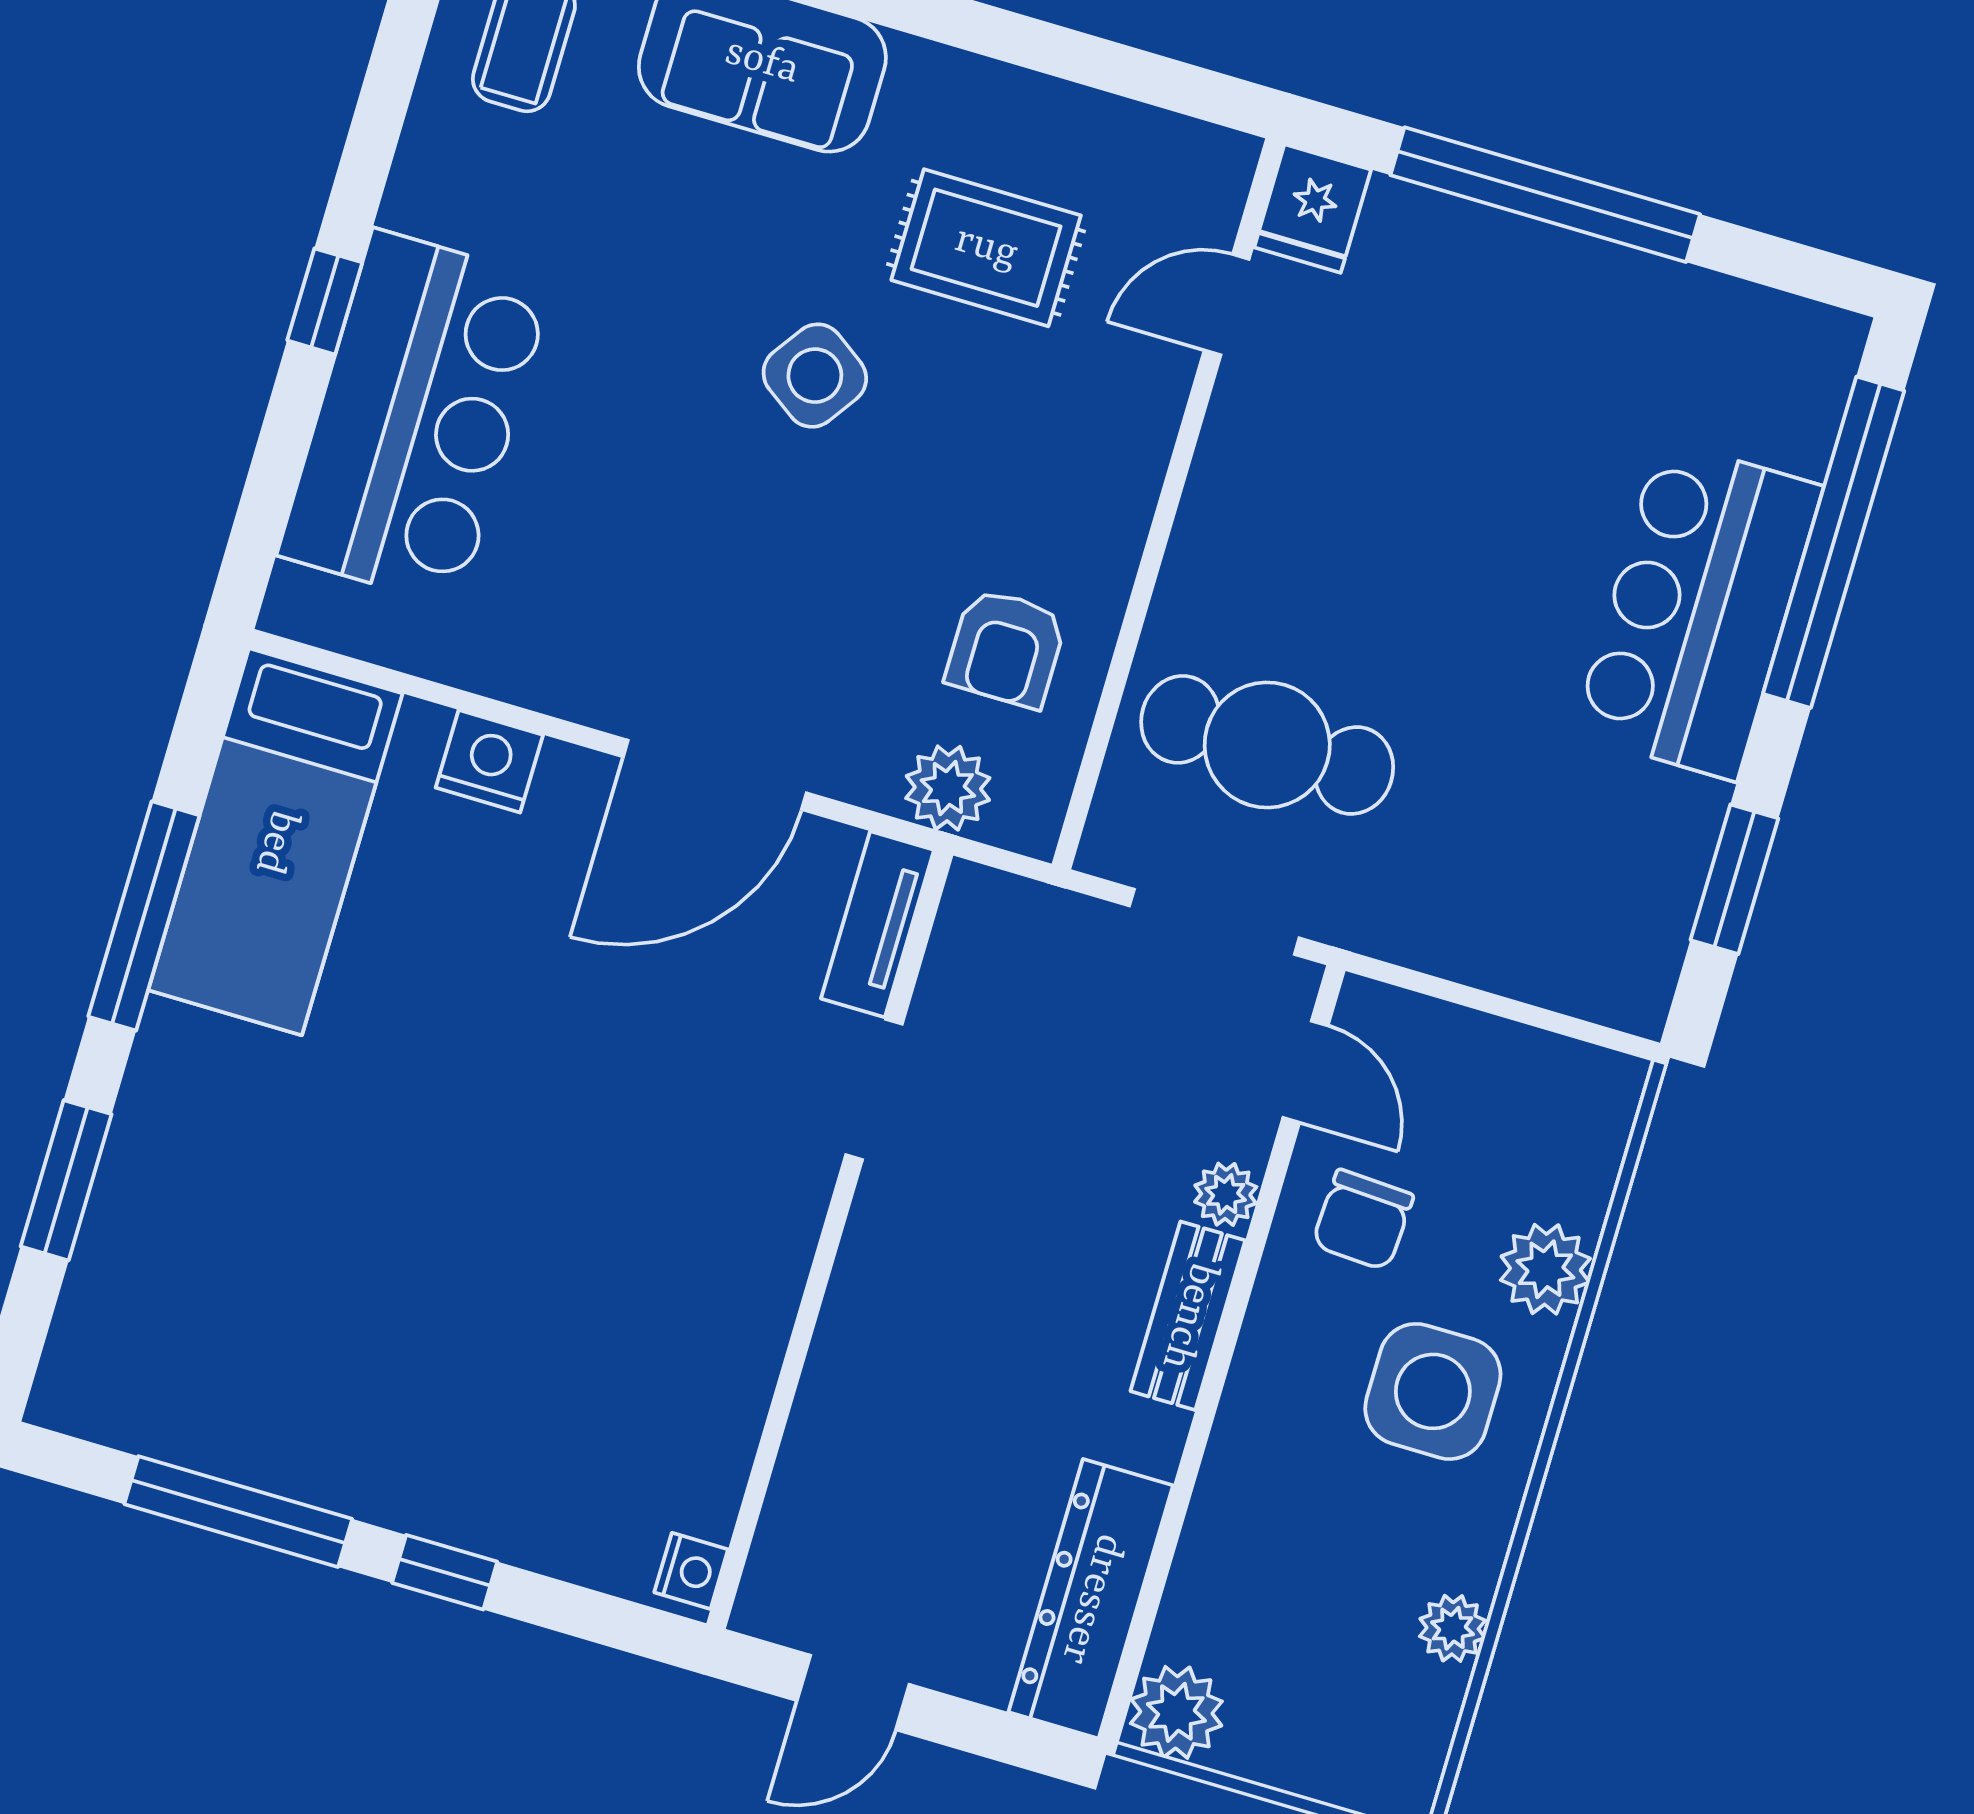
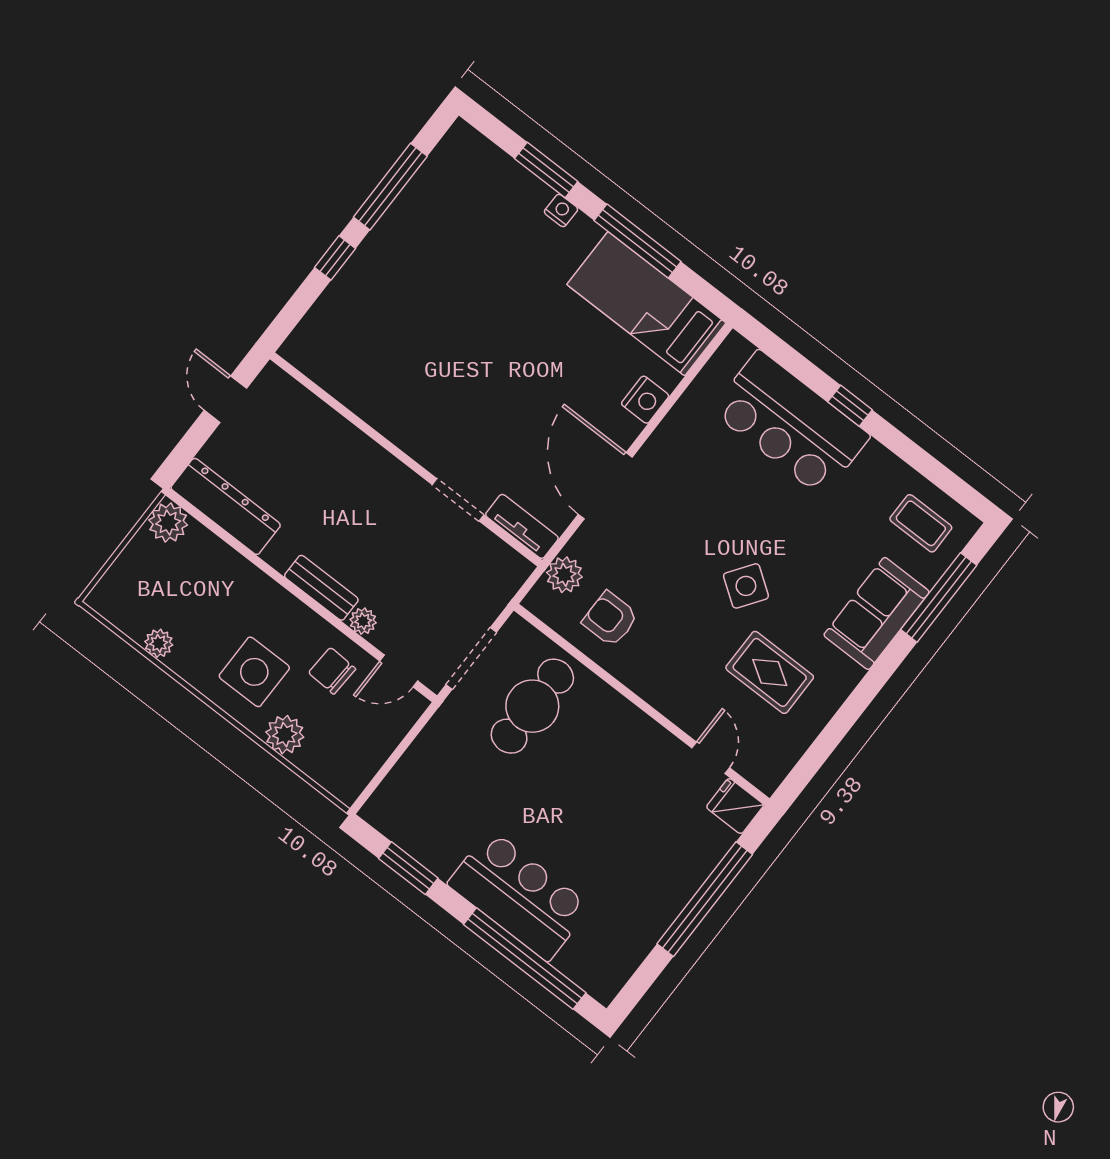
rug: (986, 248) -> (770, 672), turned 90
nightstand: (691, 1571) -> (561, 210), moved, turned 180

